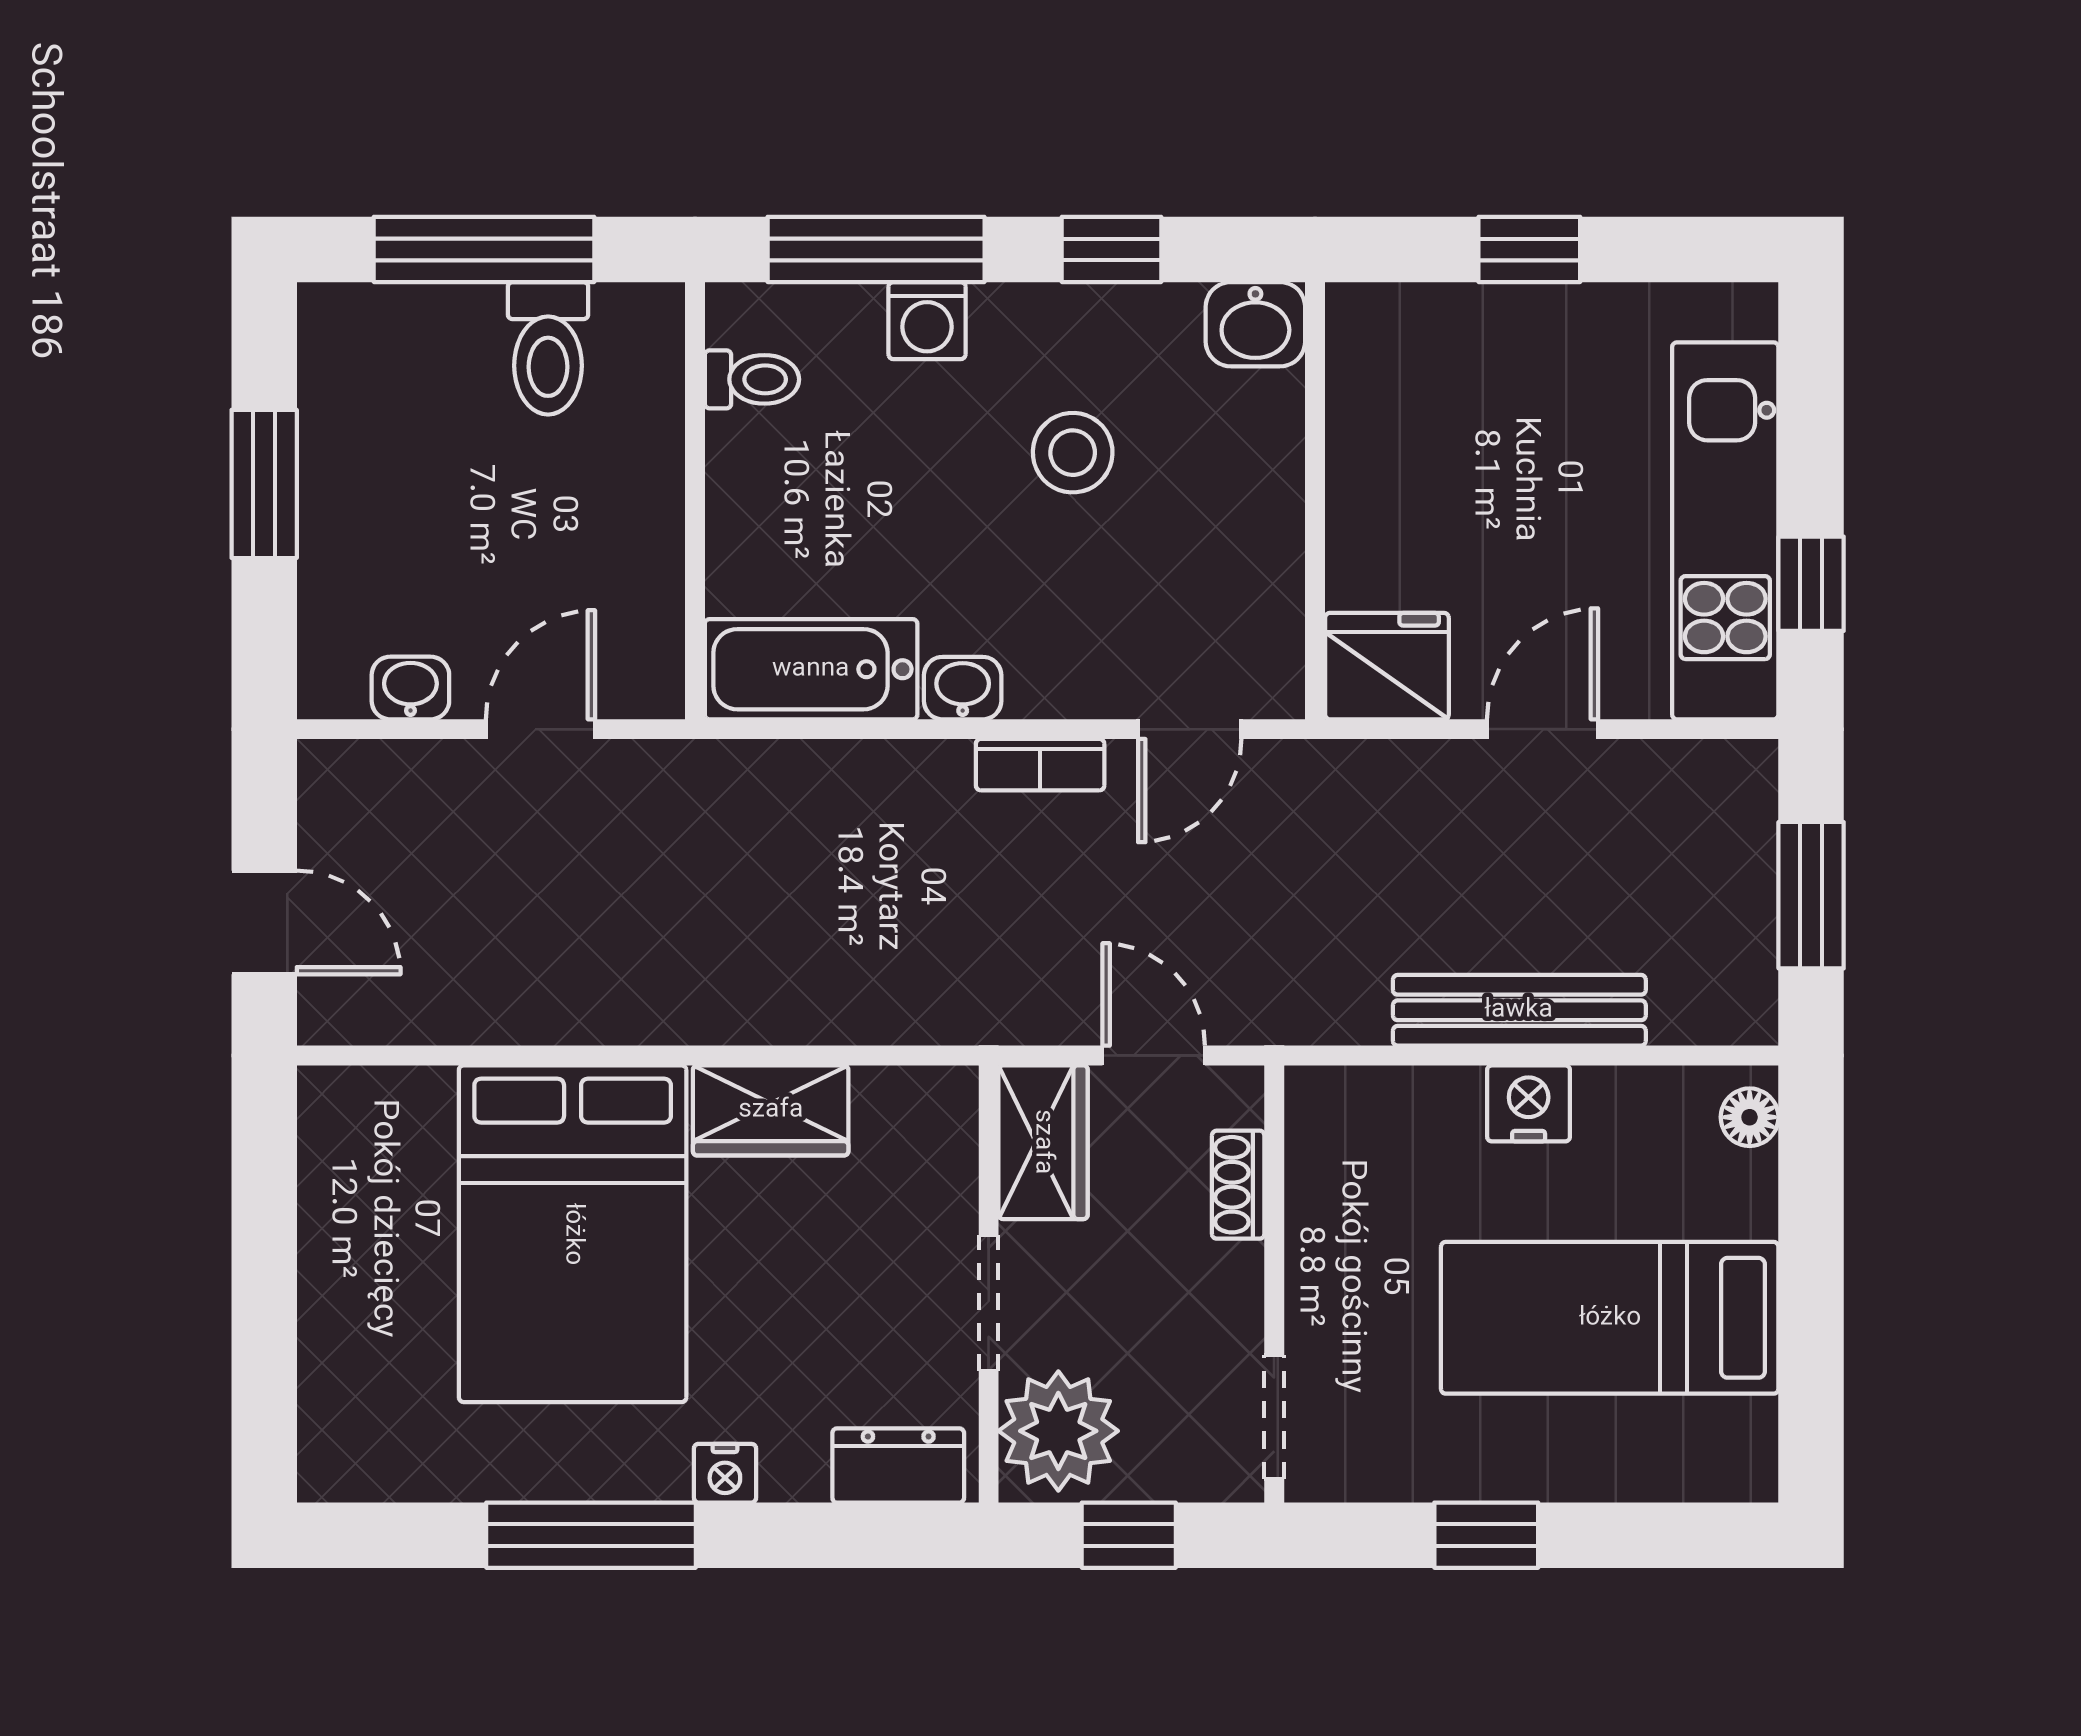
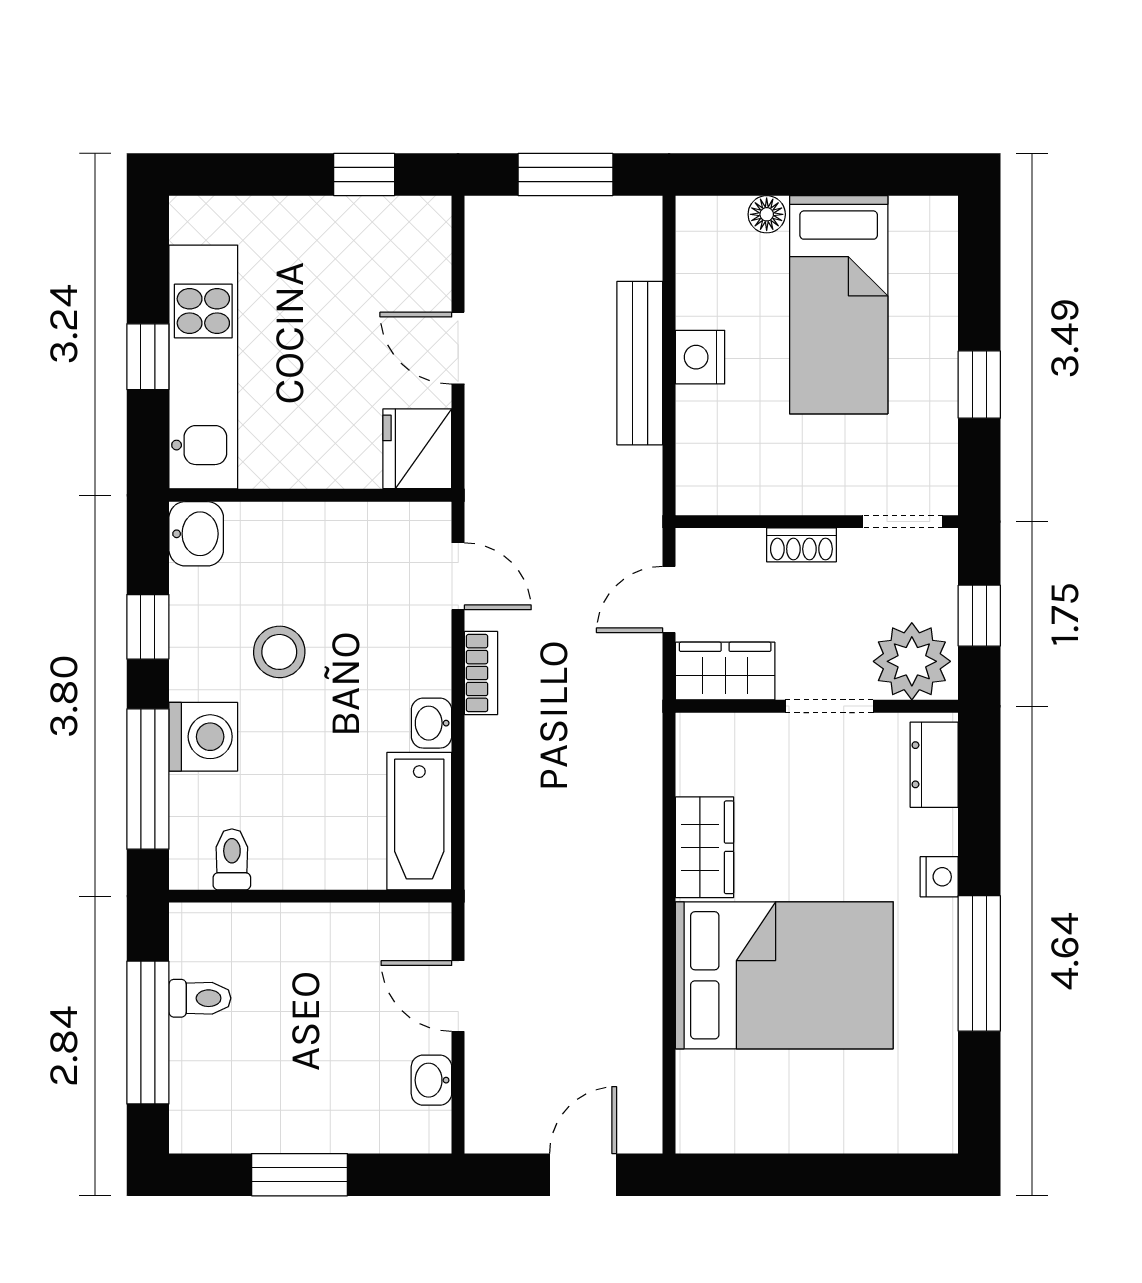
washing machine: (927, 321) -> (203, 737), width x1.38, depth x1.38
toilet: (548, 348) -> (200, 998), width x0.73, depth x0.72
kitchen unit: (1725, 531) -> (203, 367), moved, turned -90
floor lamp: (1750, 1117) -> (767, 214), moved
shoe rack: (1238, 1185) -> (801, 545), moved

